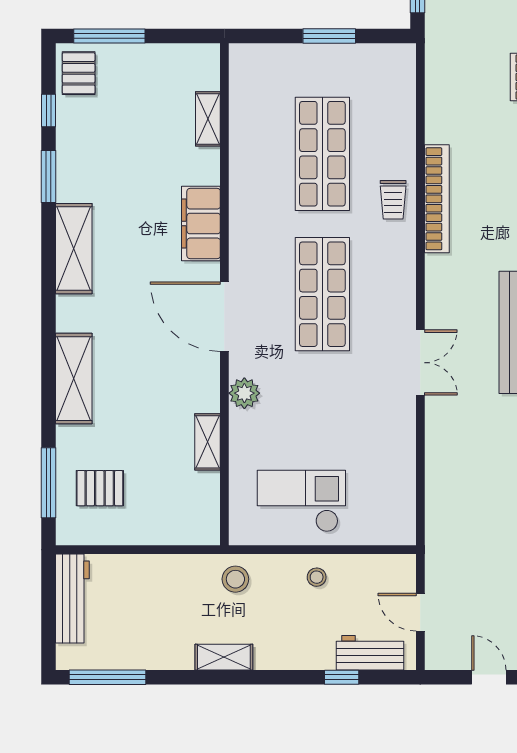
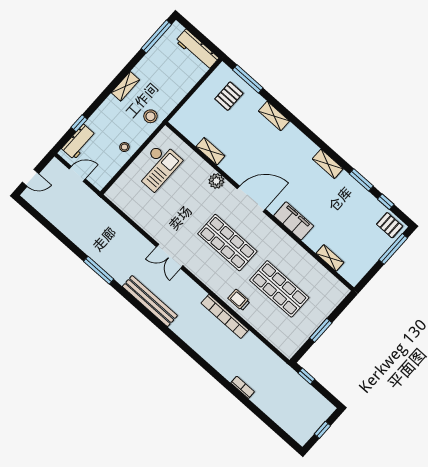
shelving: (74, 249) -> (328, 164), width x0.67, depth x0.75
shelving: (74, 379) -> (274, 116), width x0.67, depth x0.75

